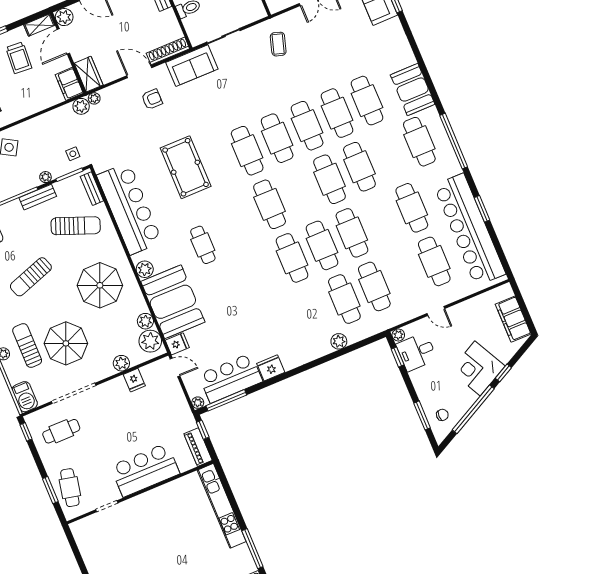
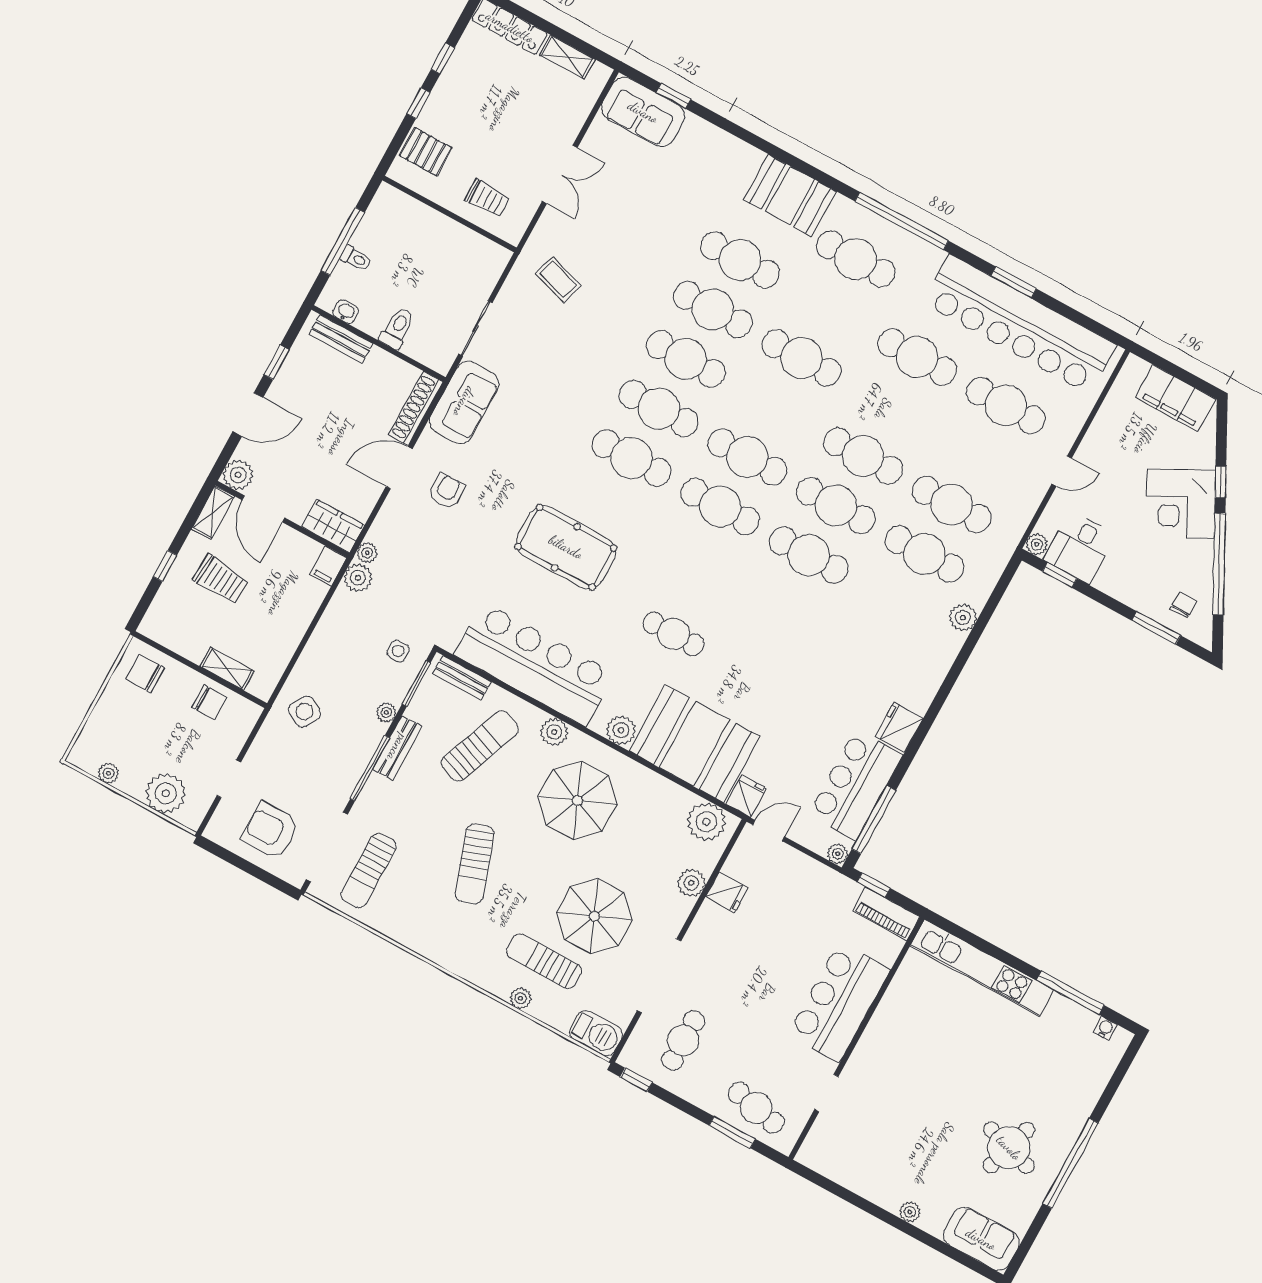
filing cabinet: (69, 84) -> (328, 566), width x0.50
cafe table: (329, 179) -> (747, 457), moved
plant: (145, 321) -> (554, 732), moved

